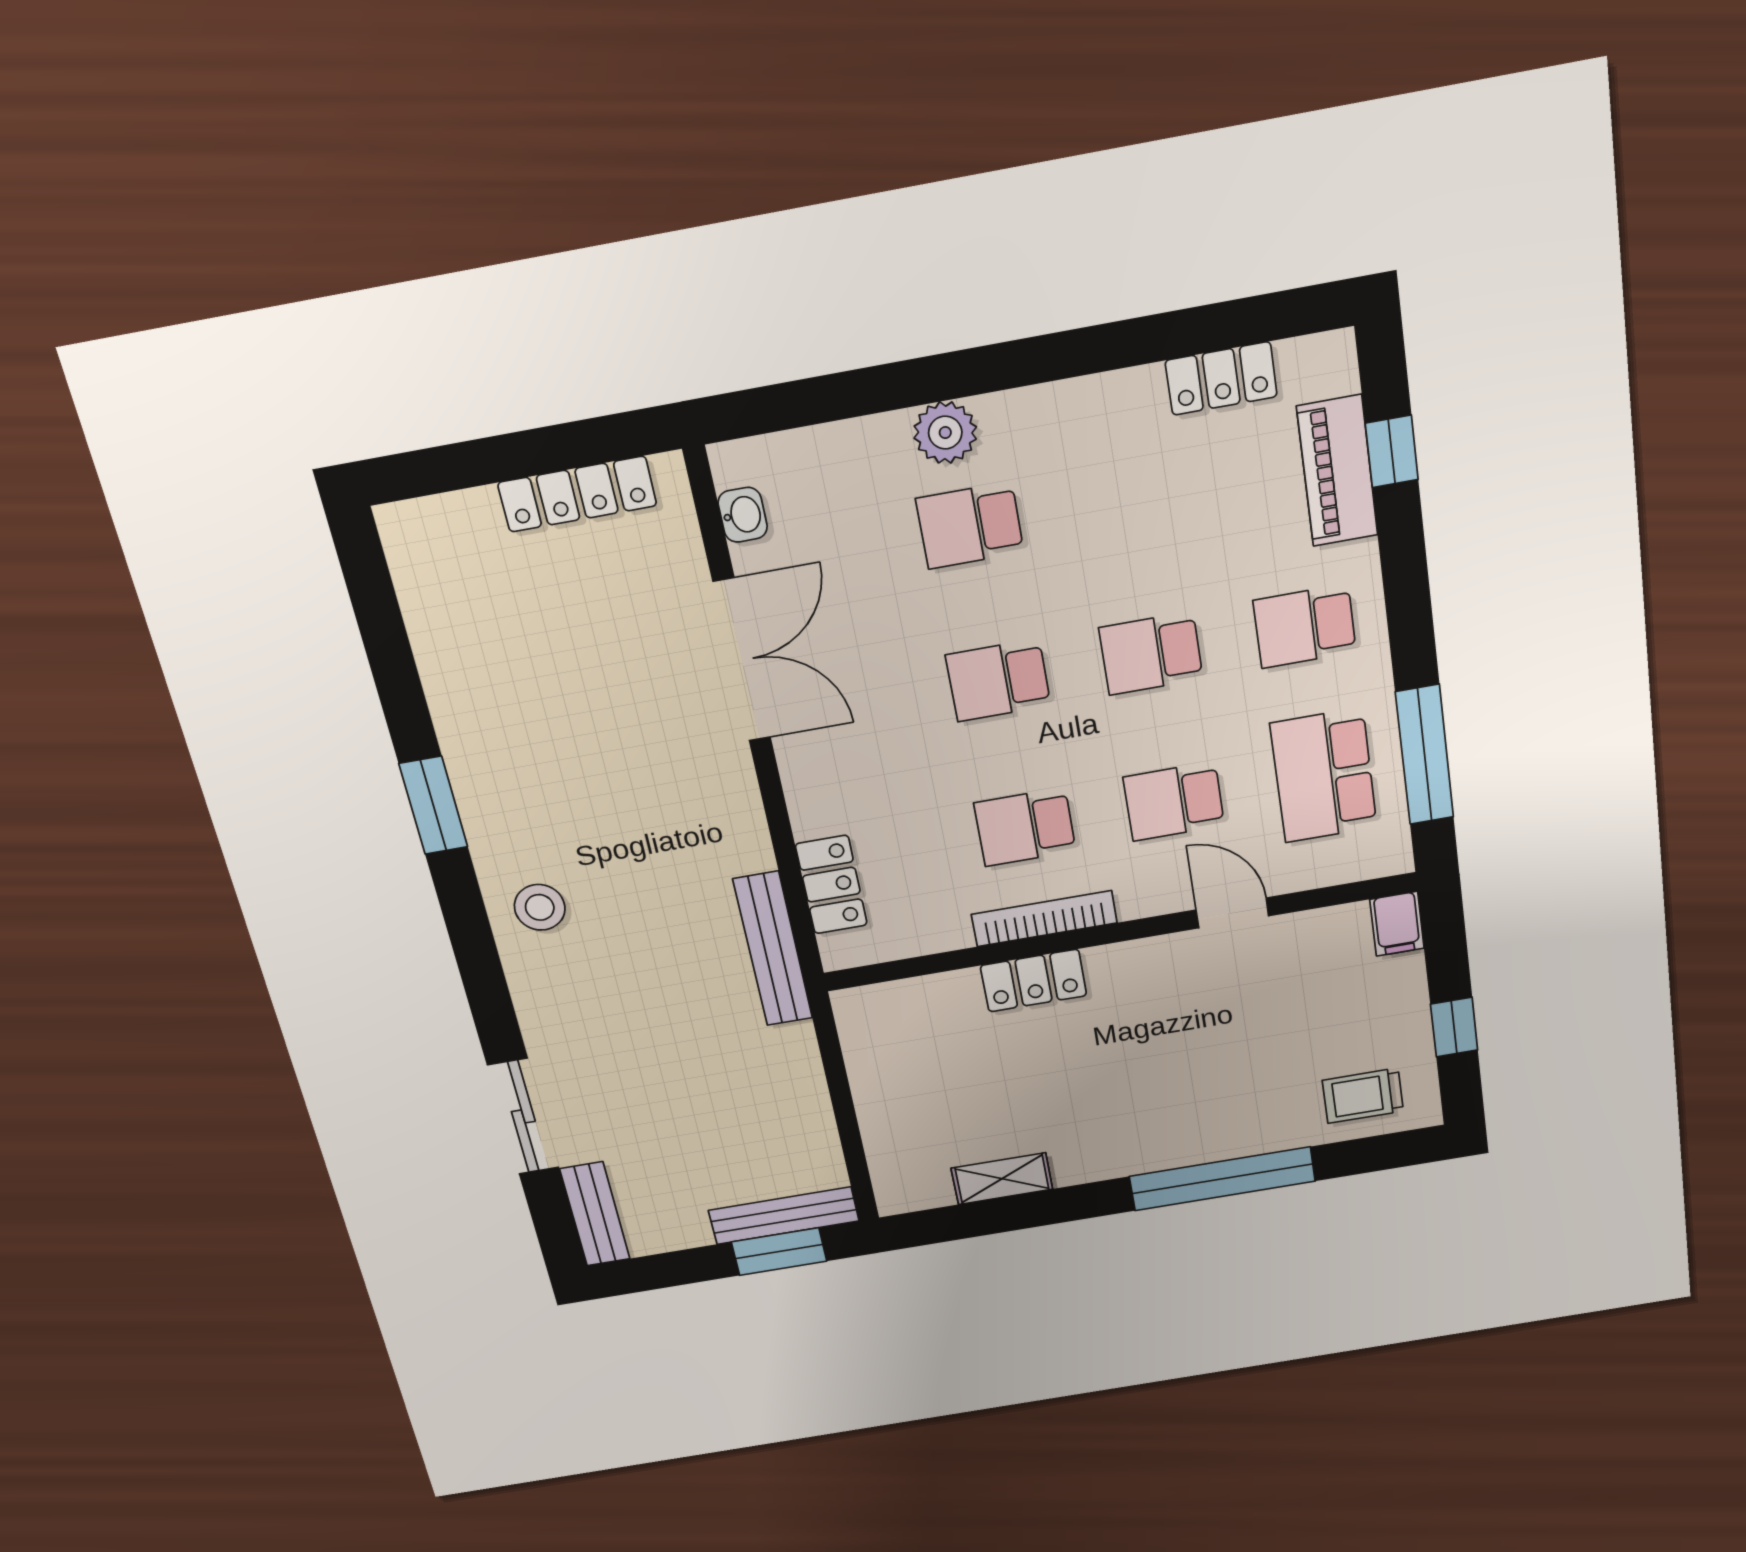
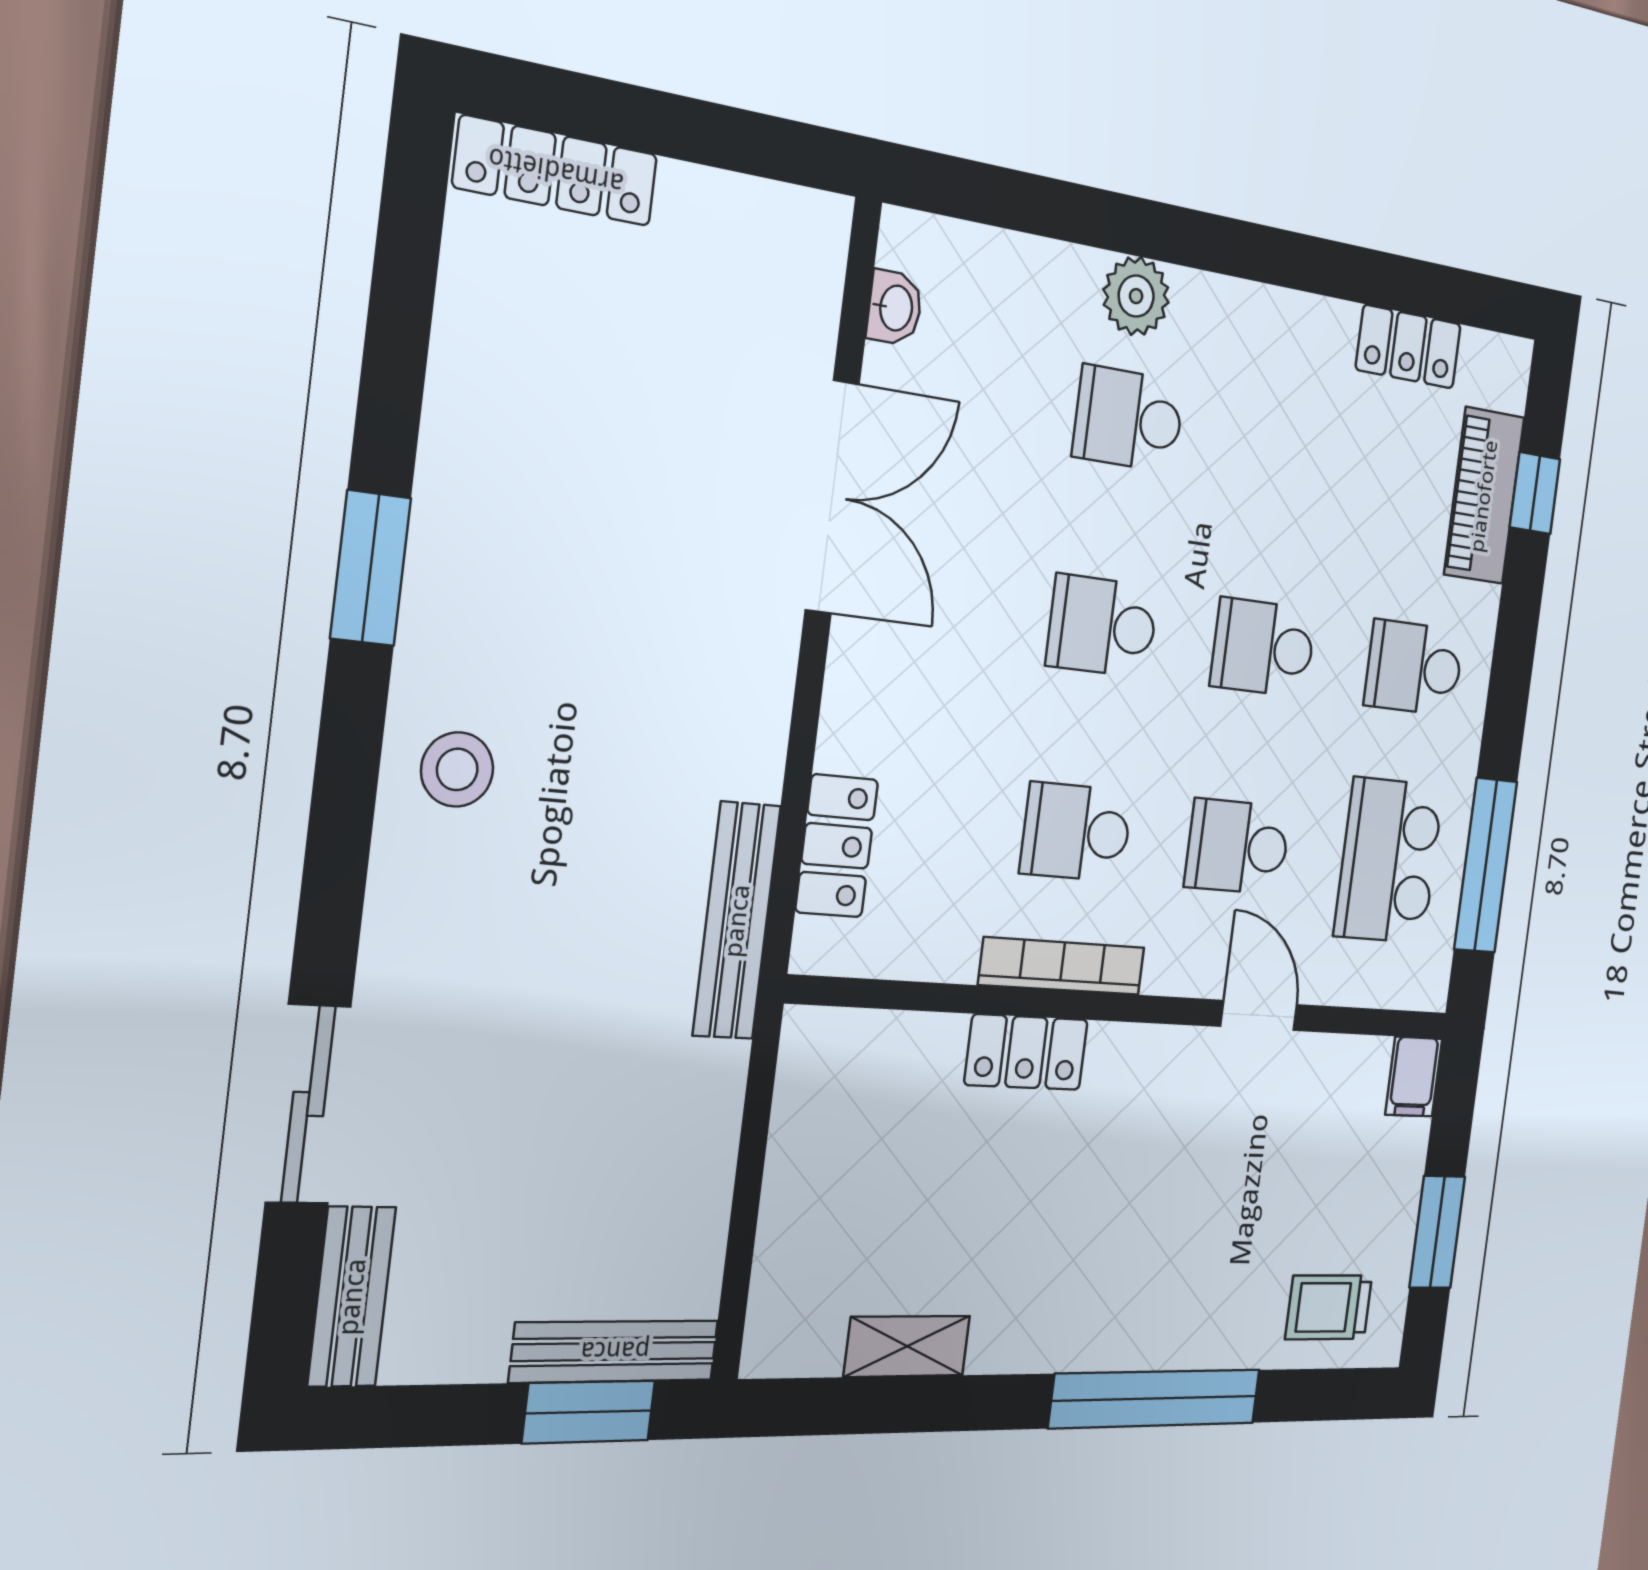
locker: (577, 494) -> (556, 171), moved
window: (1454, 1027) -> (1437, 1232), width x1.50

